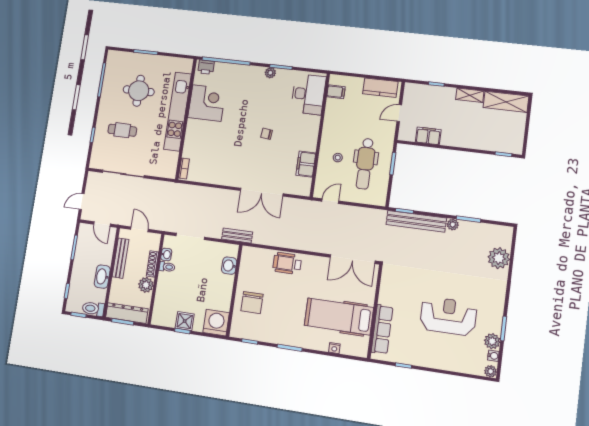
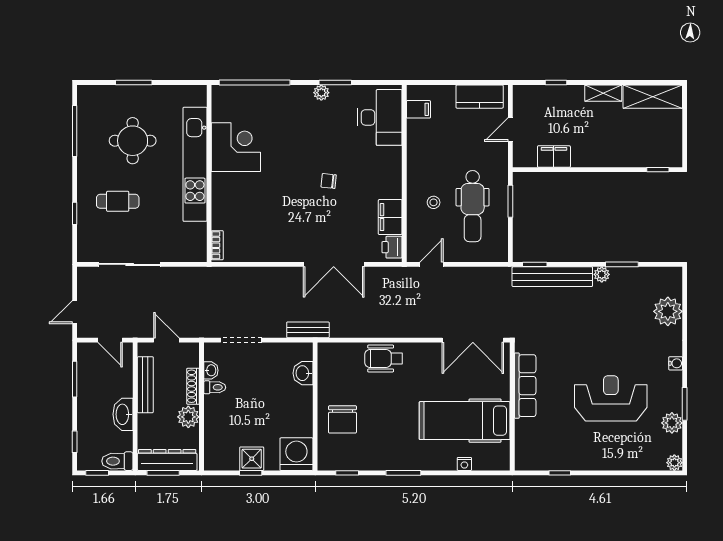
printer: (206, 67) -> (392, 247), moved, turned 90
row of seats: (382, 329) -> (525, 386), moved
water cooler: (493, 356) -> (676, 363), moved

